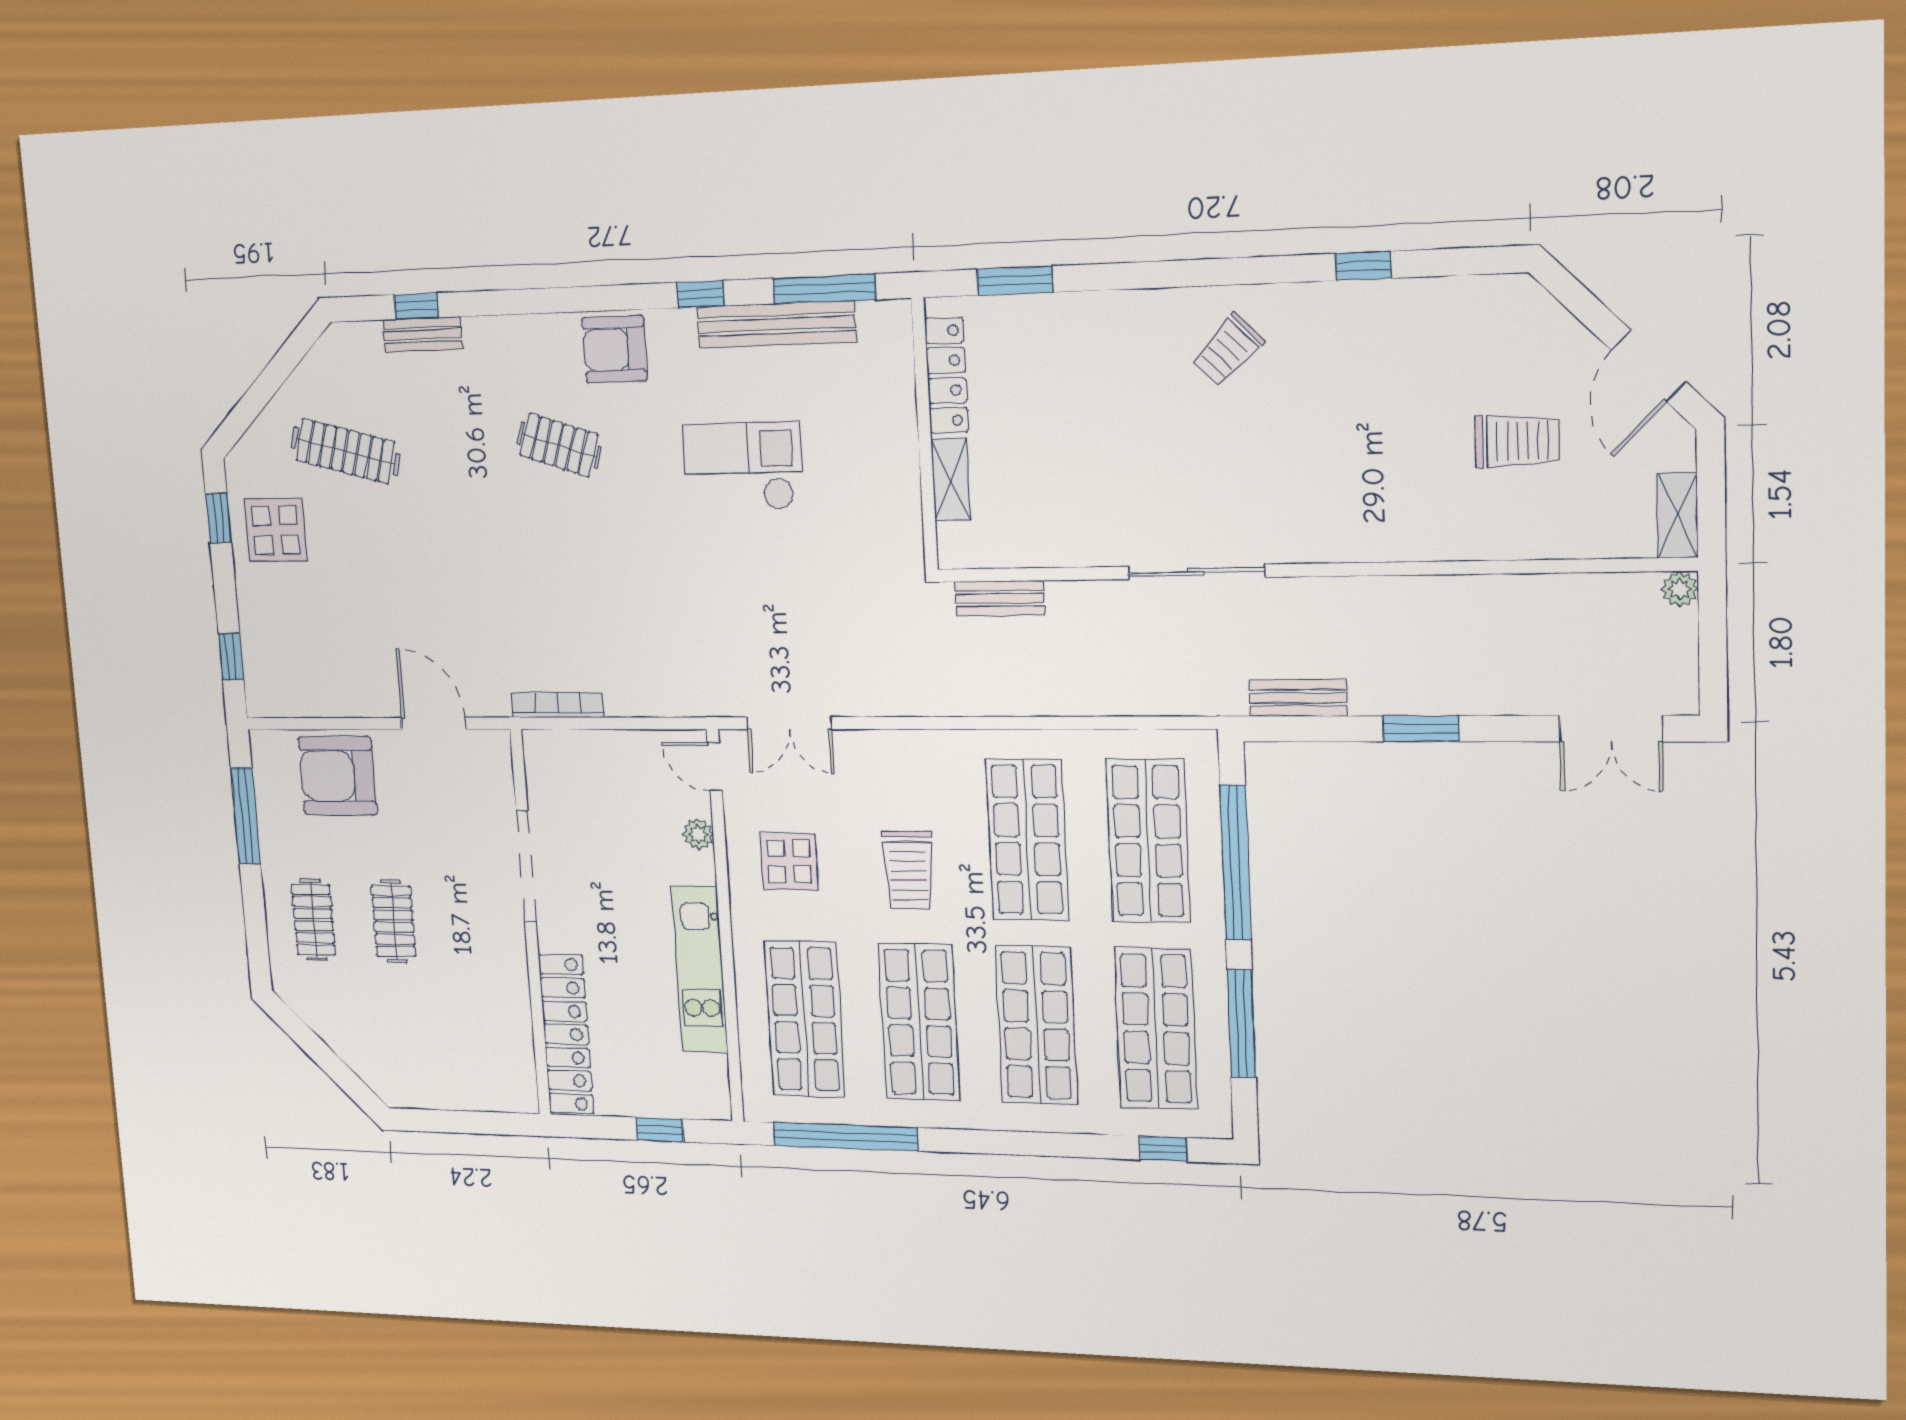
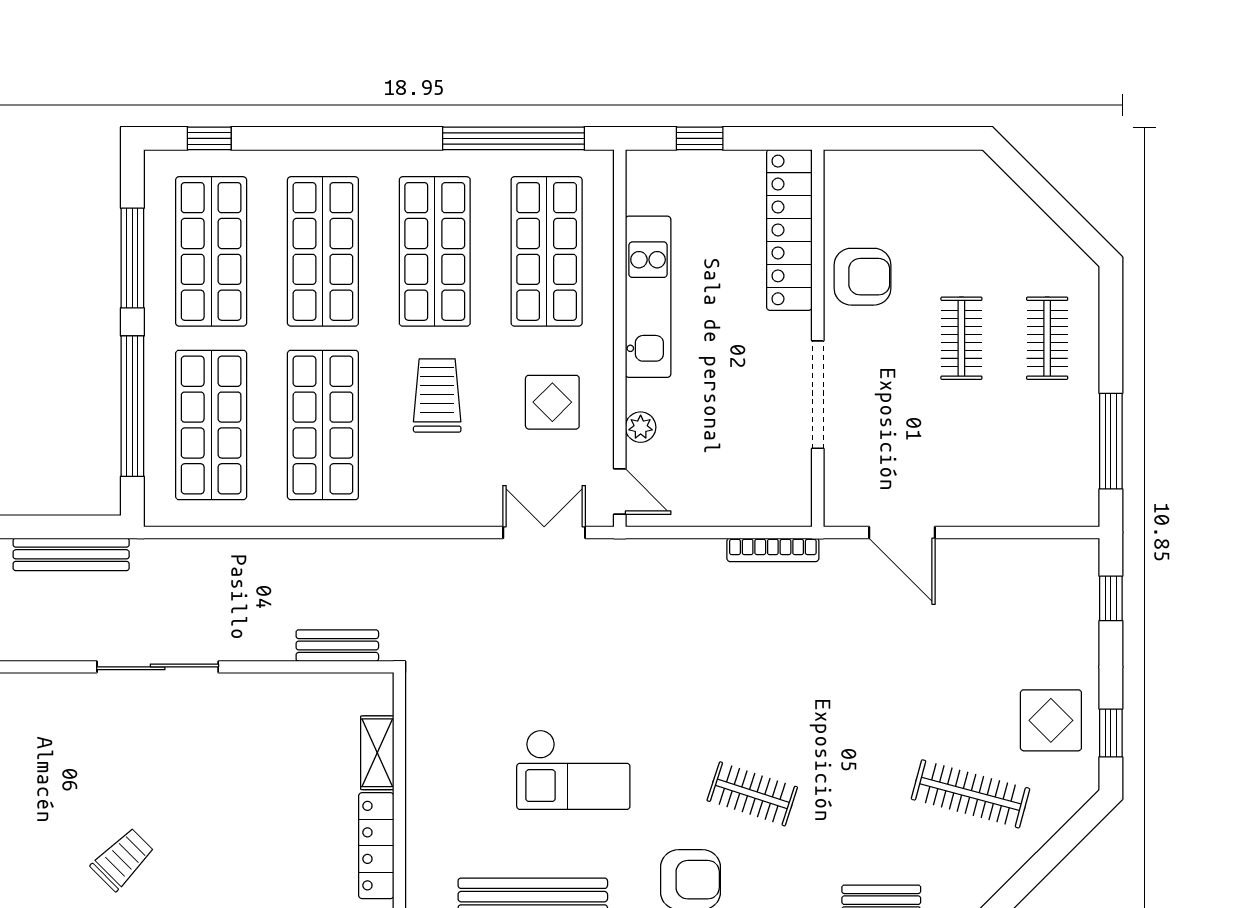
bench: (1298, 698) -> (71, 554), width x1.36
armchair: (338, 776) -> (862, 277), moved, width x0.73, depth x0.73

